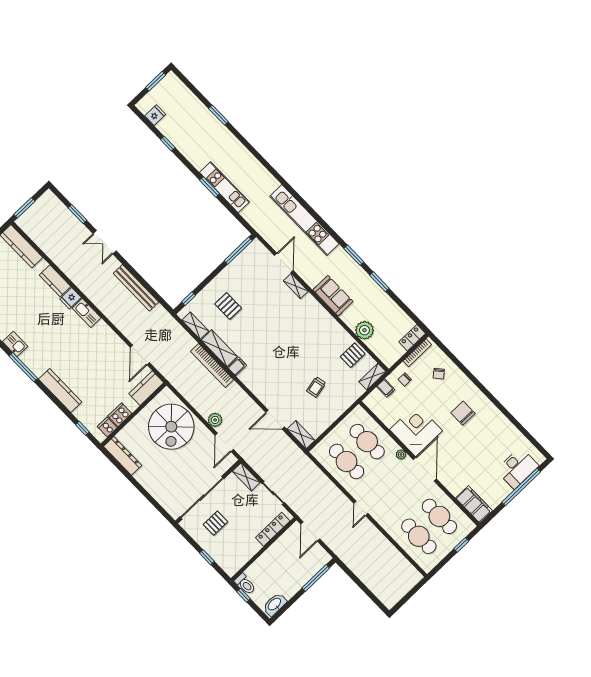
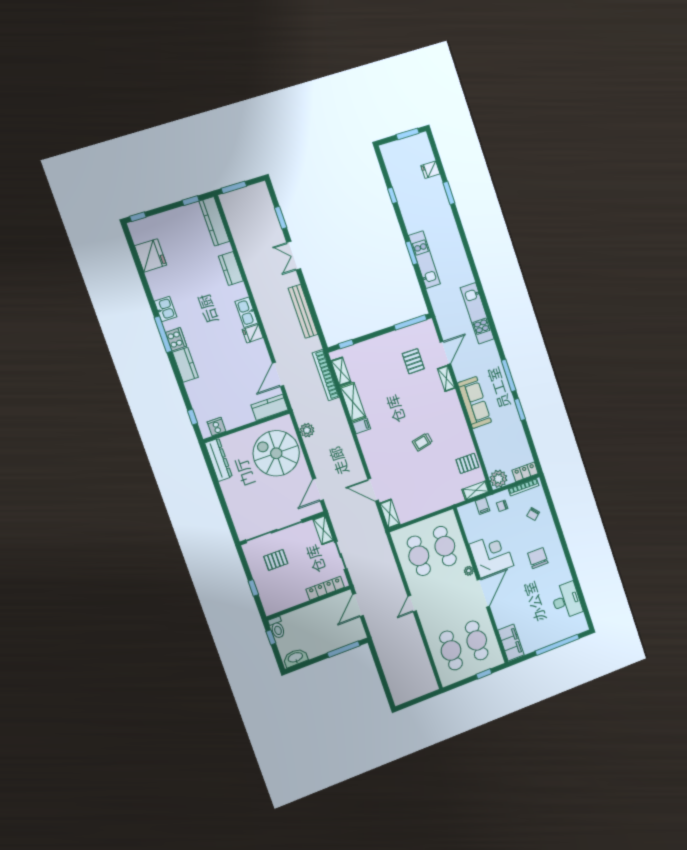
fridge: (155, 115) -> (430, 170), moved, turned 180
kitchen unit: (304, 220) -> (477, 313), width x0.73
window: (354, 255) -> (509, 375), width x1.44
sofa: (333, 296) -> (475, 403), width x1.36
fridge: (71, 298) -> (253, 334), moved
pallet: (228, 306) -> (413, 361), moved
plant: (364, 330) -> (498, 479), moved
bookcase: (212, 365) -> (326, 375), moved
trolley: (316, 387) -> (423, 442), moved
kitchen counter: (60, 390) -> (185, 365), width x0.67
cooker: (120, 415) -> (176, 339), moved, turned 90
plant: (215, 420) -> (307, 430), moved
spiral stairs: (171, 427) -> (276, 453), turned 90
desk: (517, 468) -> (566, 600), moved, turned -90

